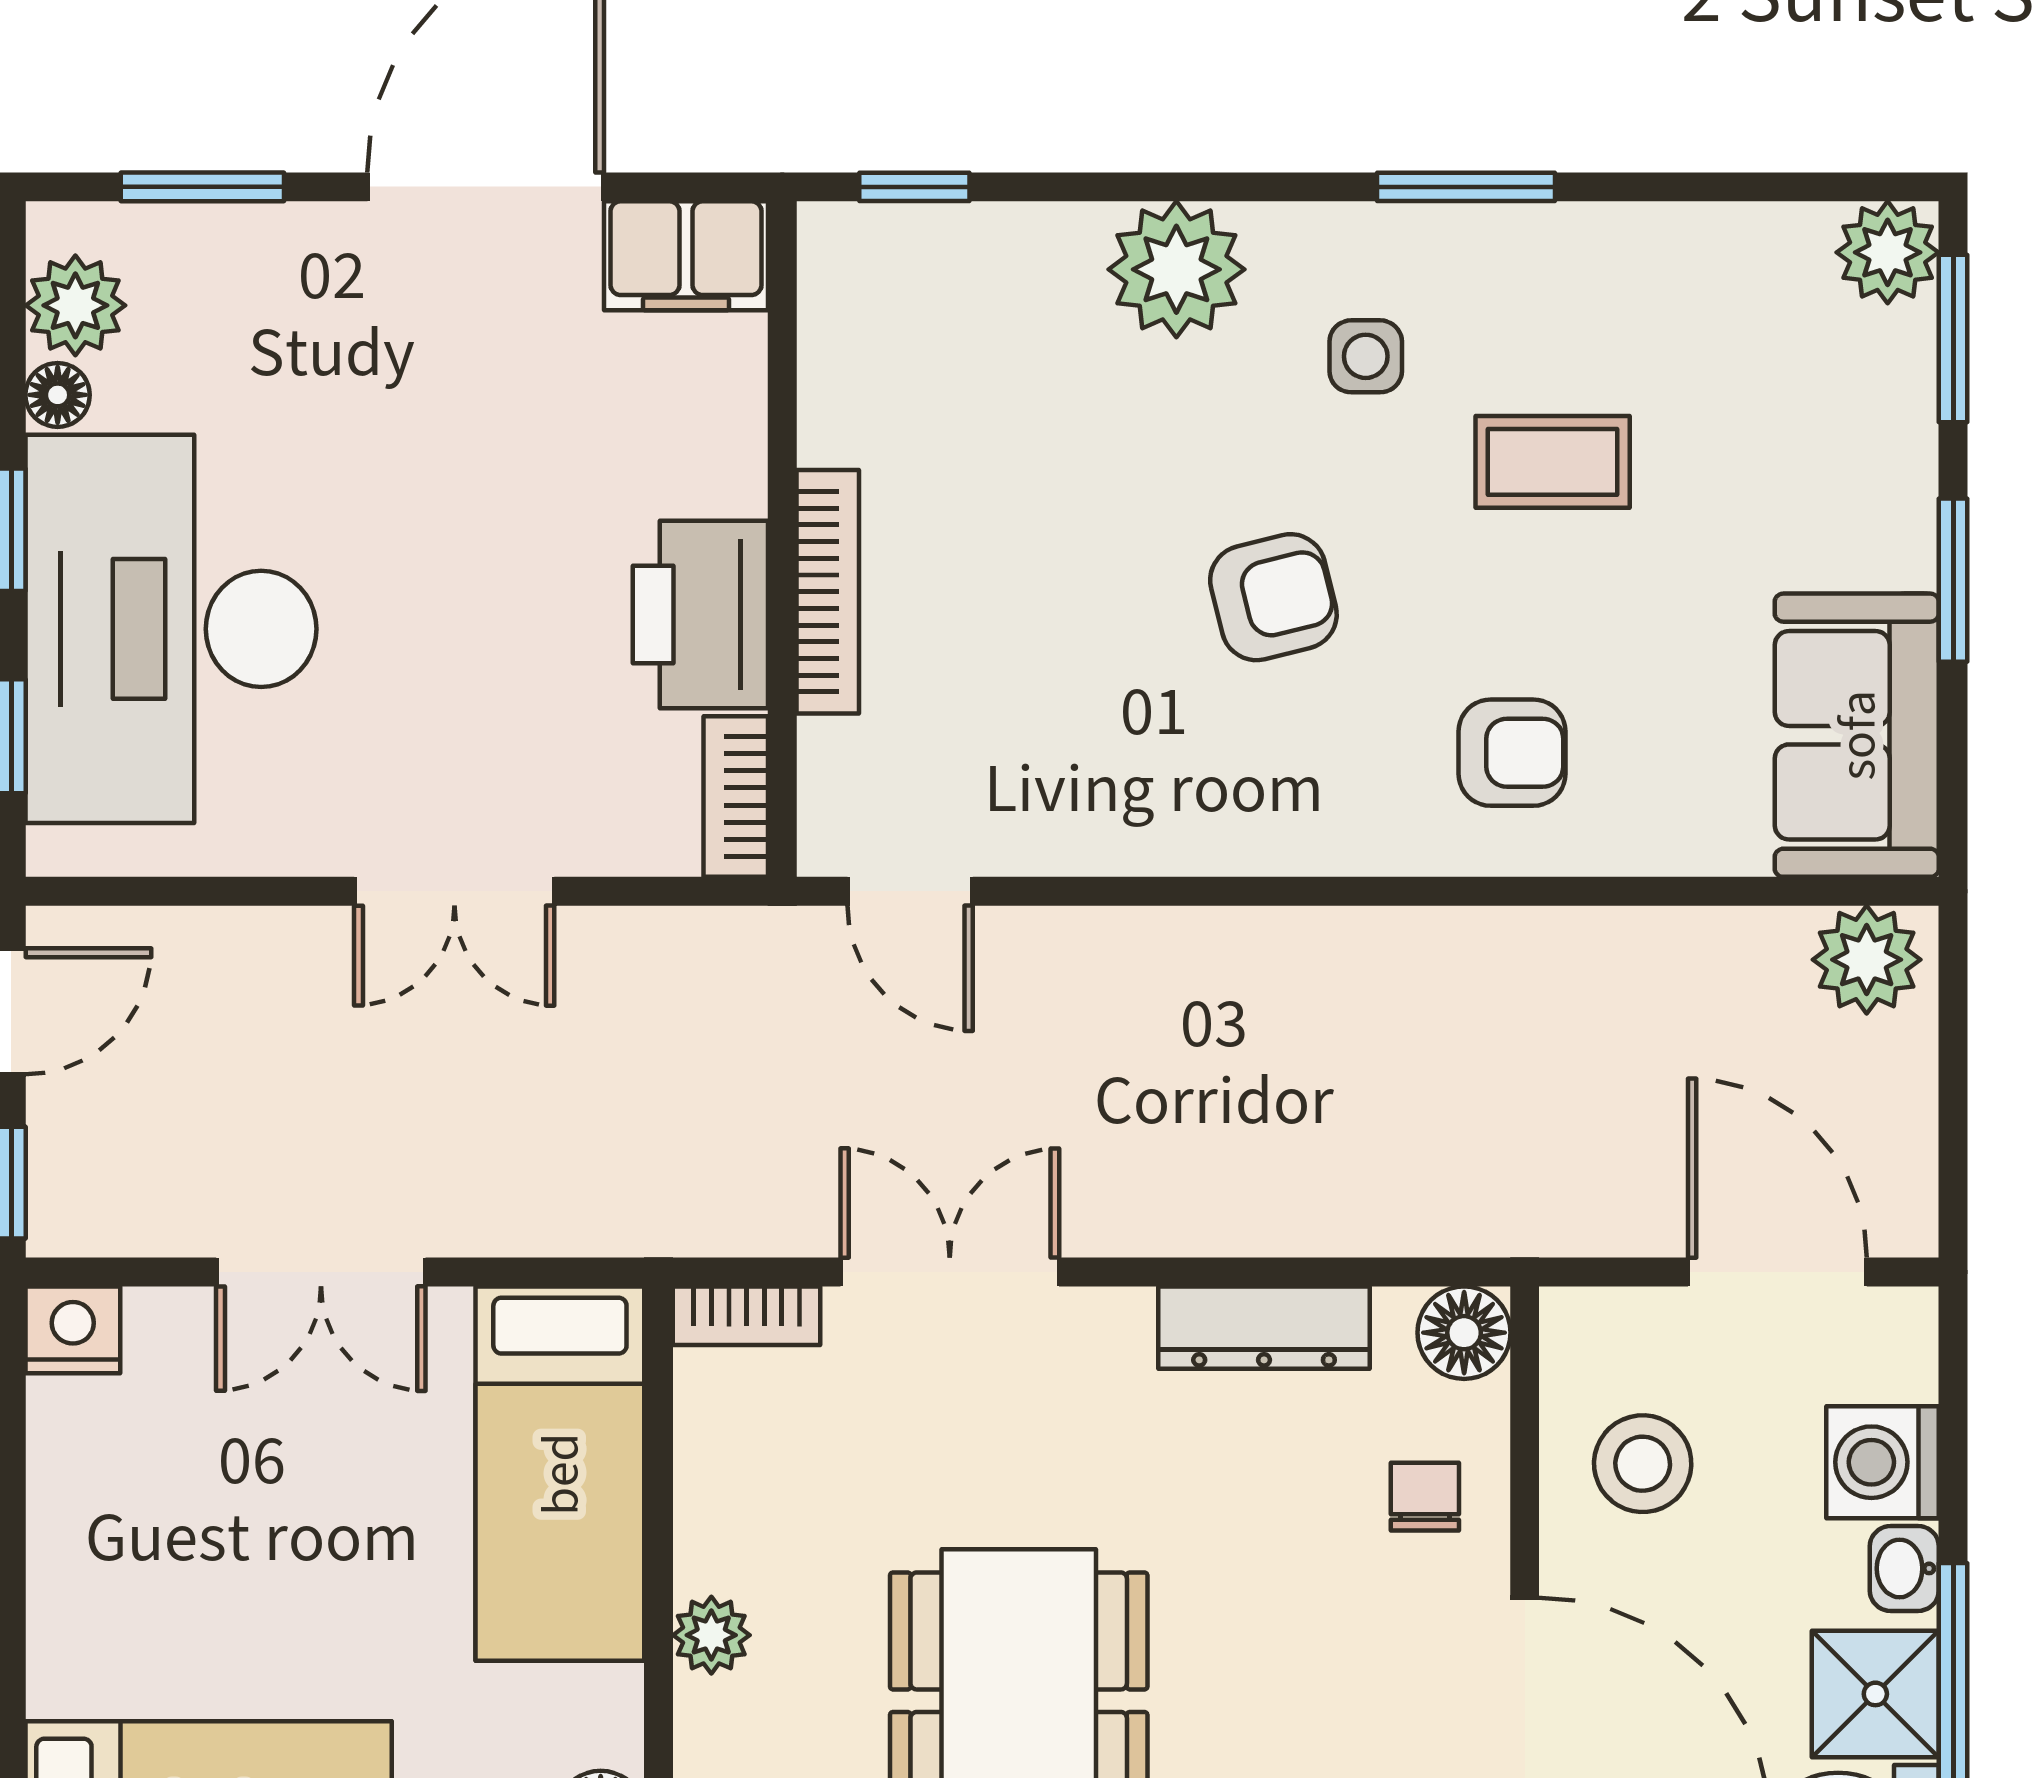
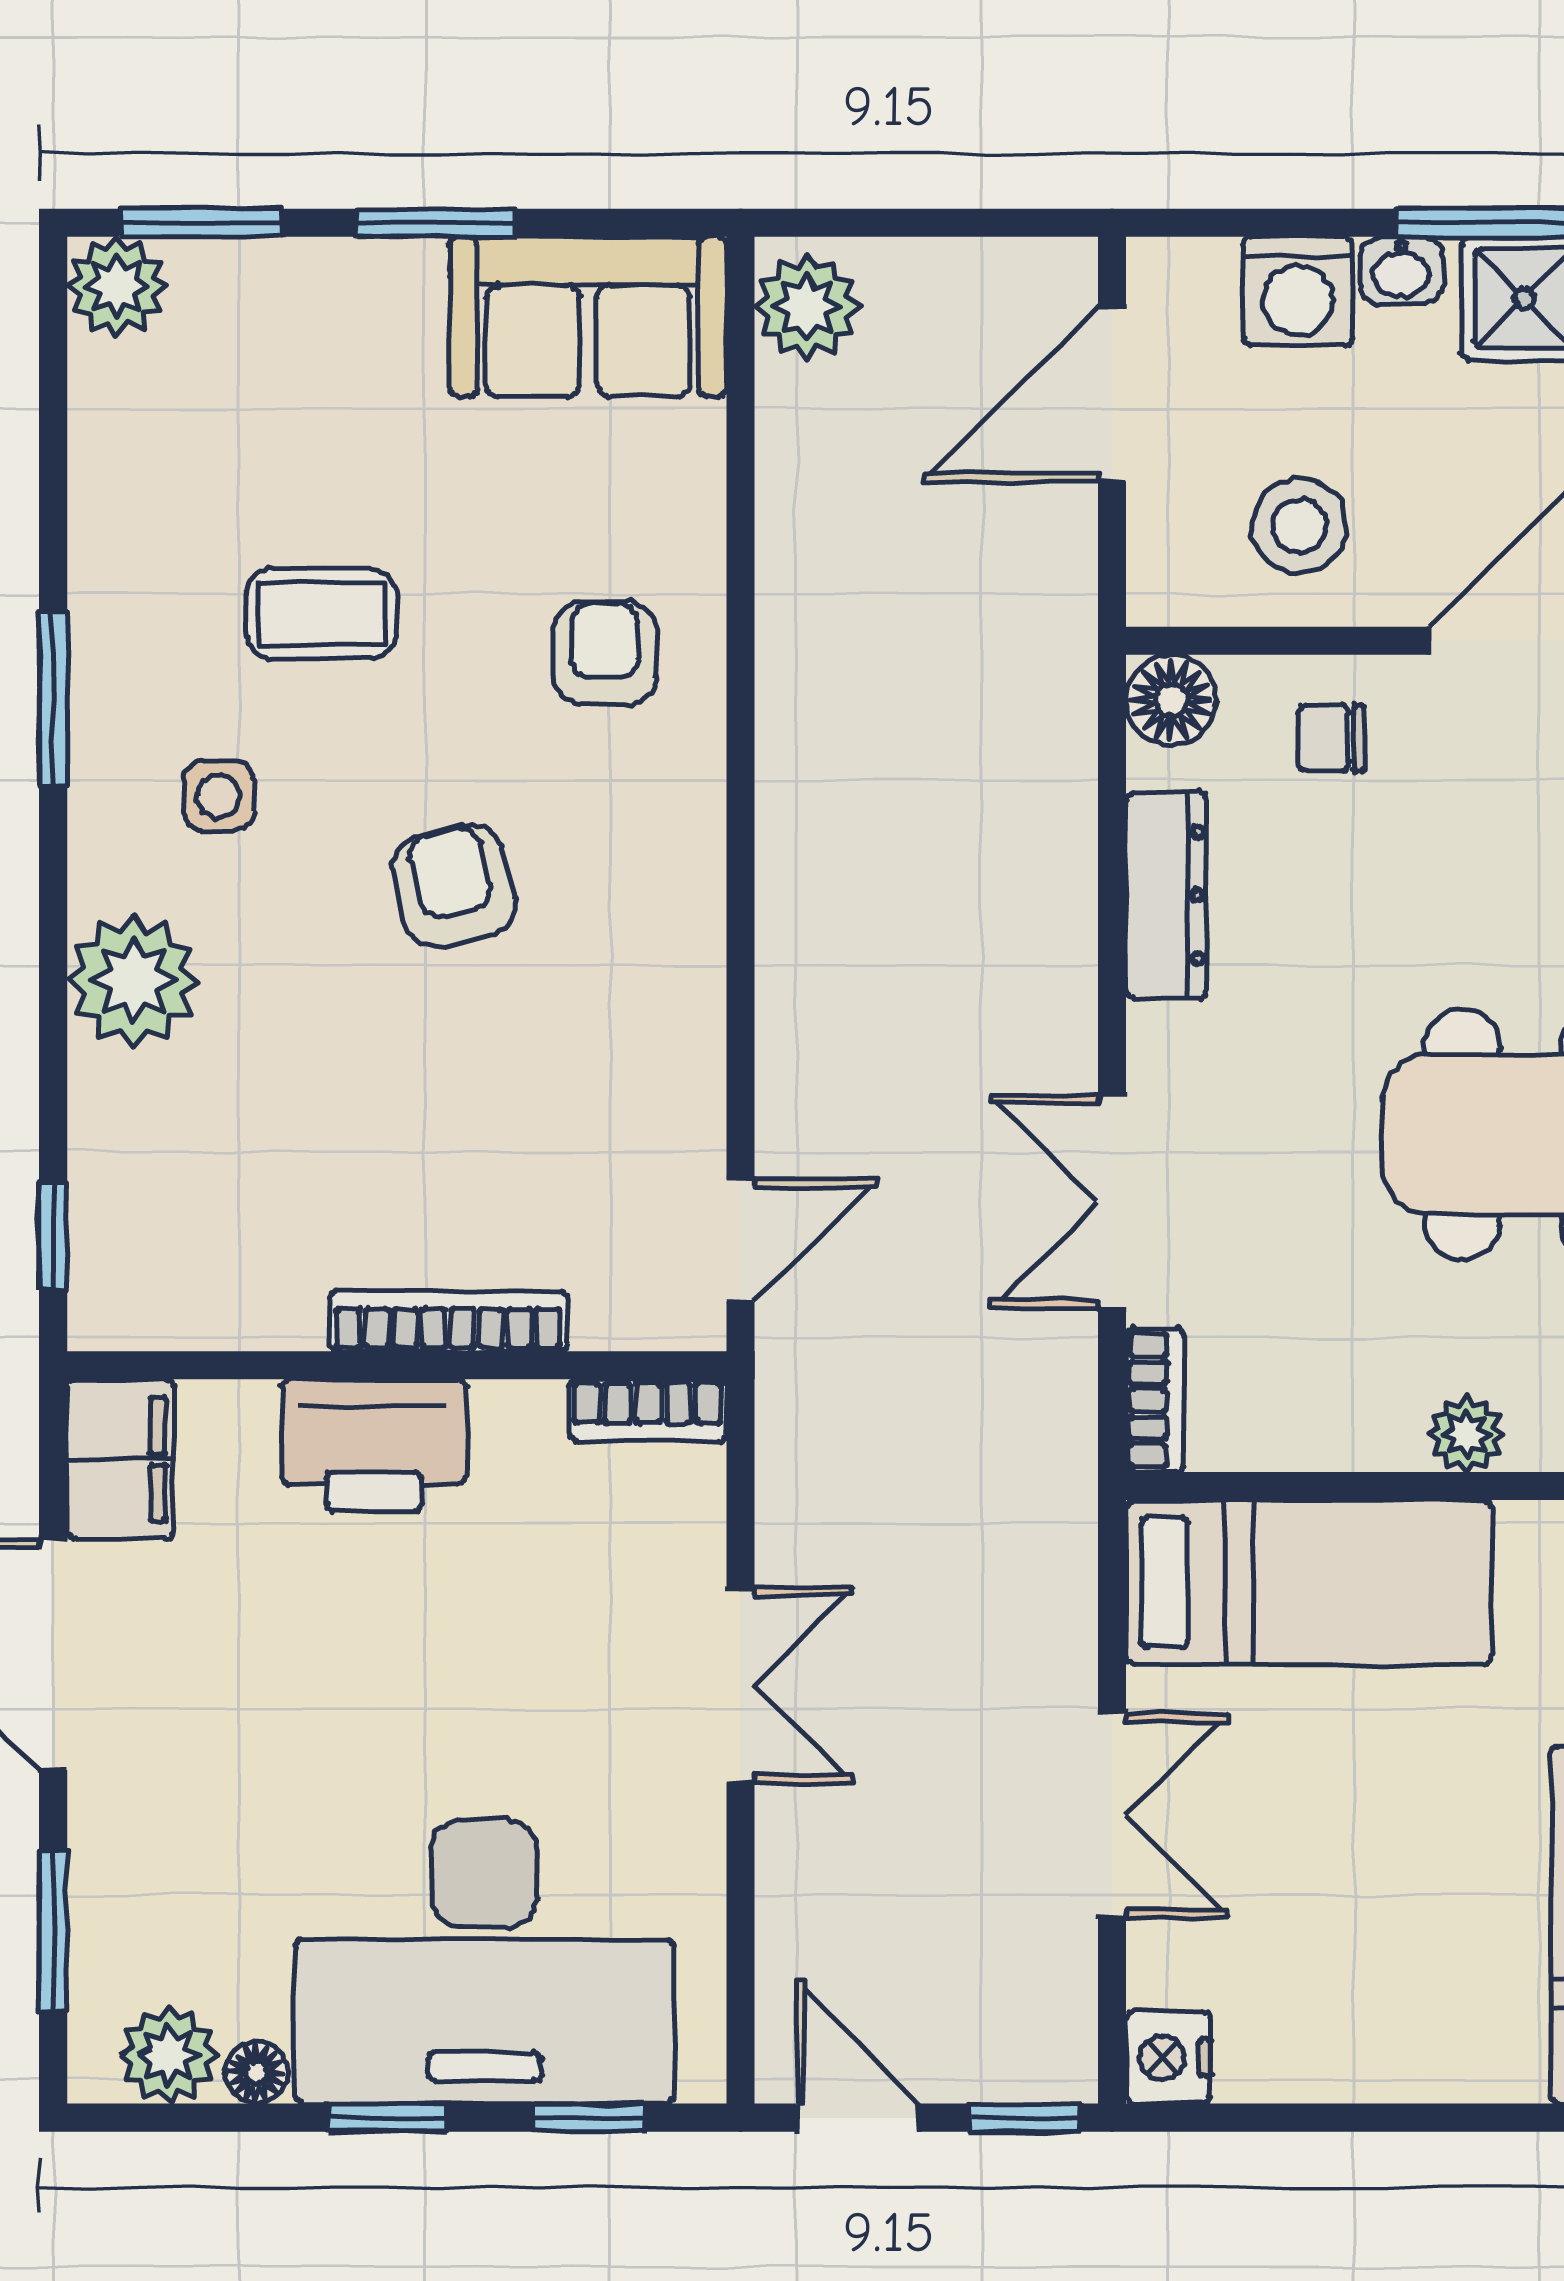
coffee table: (1553, 462) -> (321, 614), turned 90
printer: (700, 614) -> (374, 1445), moved

